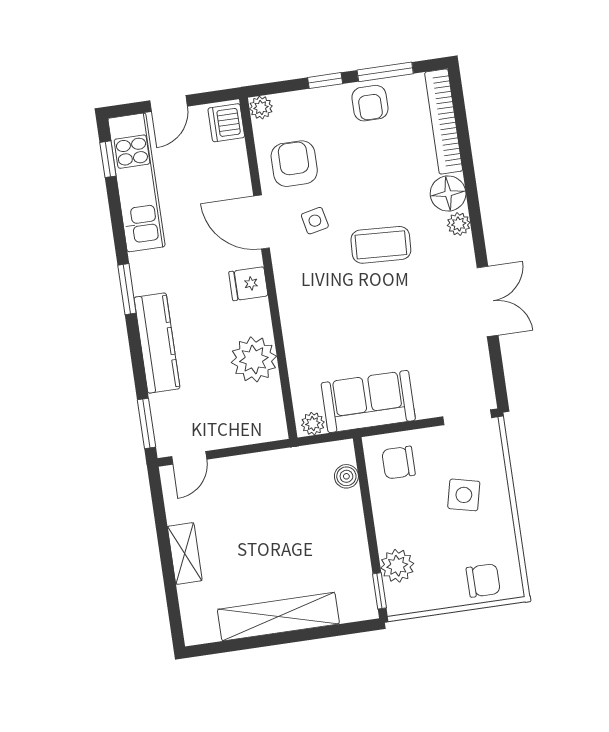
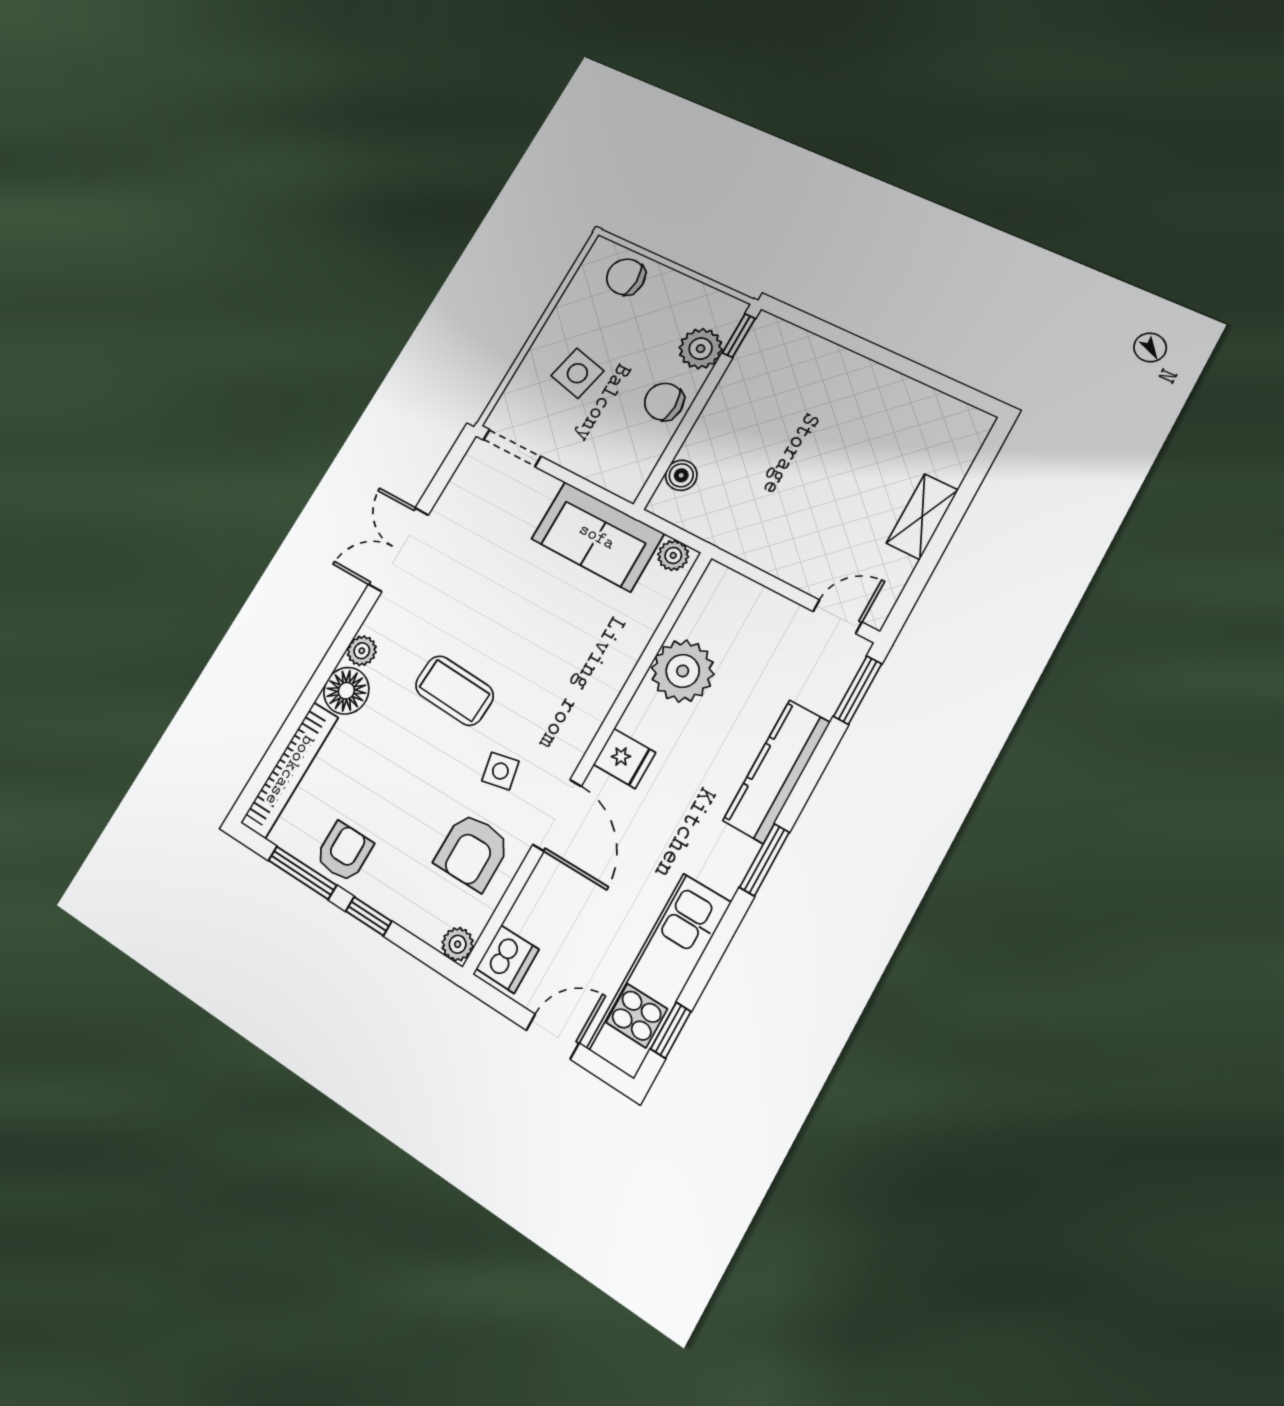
chair: (399, 463) -> (664, 402), moved, turned 180
shelving: (278, 617) -> (868, 380), removed

